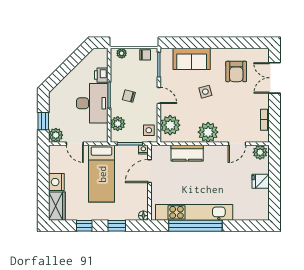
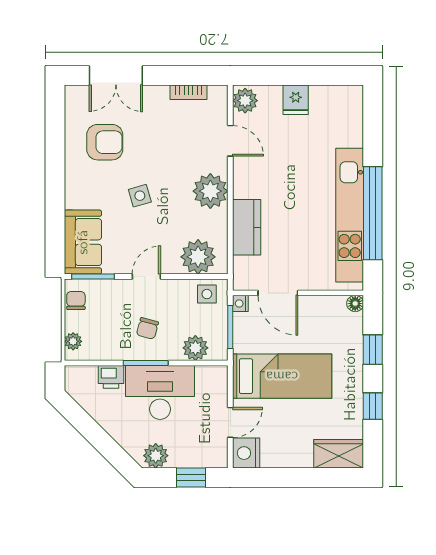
sofa: (192, 59) -> (83, 242), moved
plant: (56, 135) -> (156, 456), moved
nightstand: (56, 182) -> (246, 453), moved, turned 90

